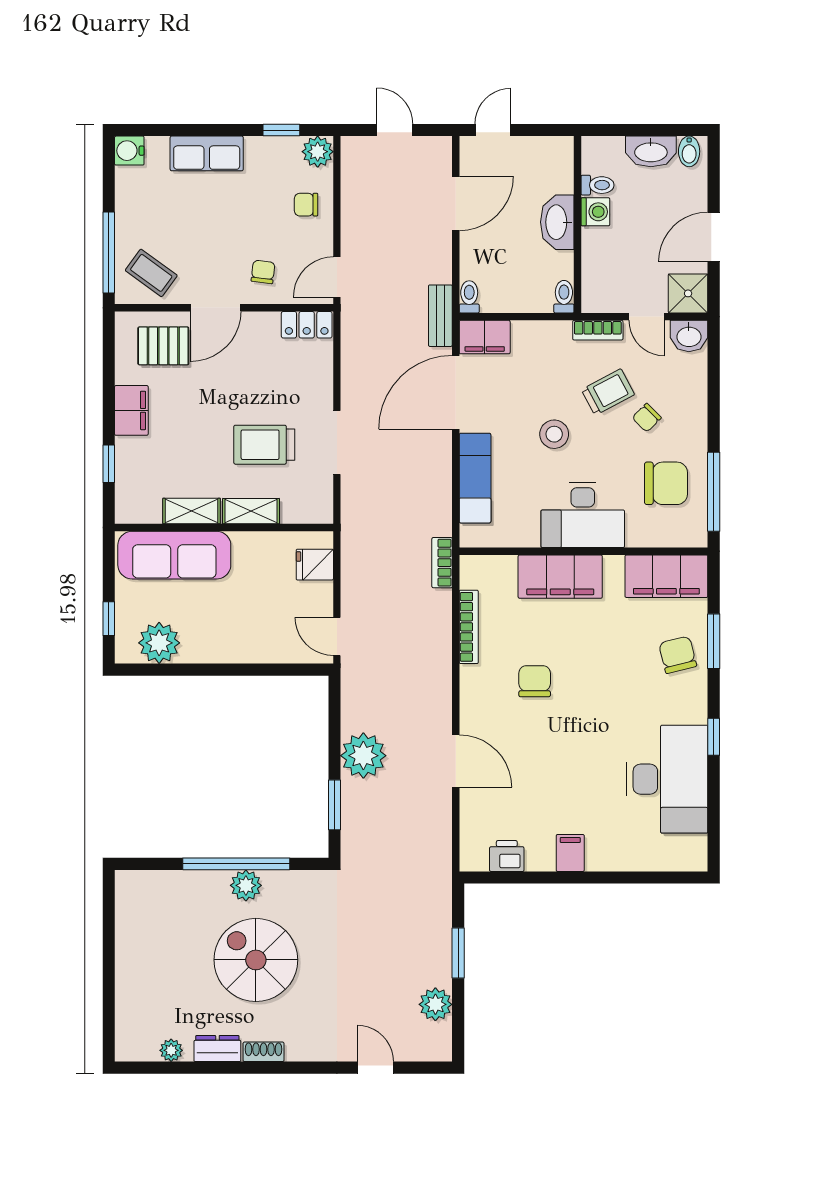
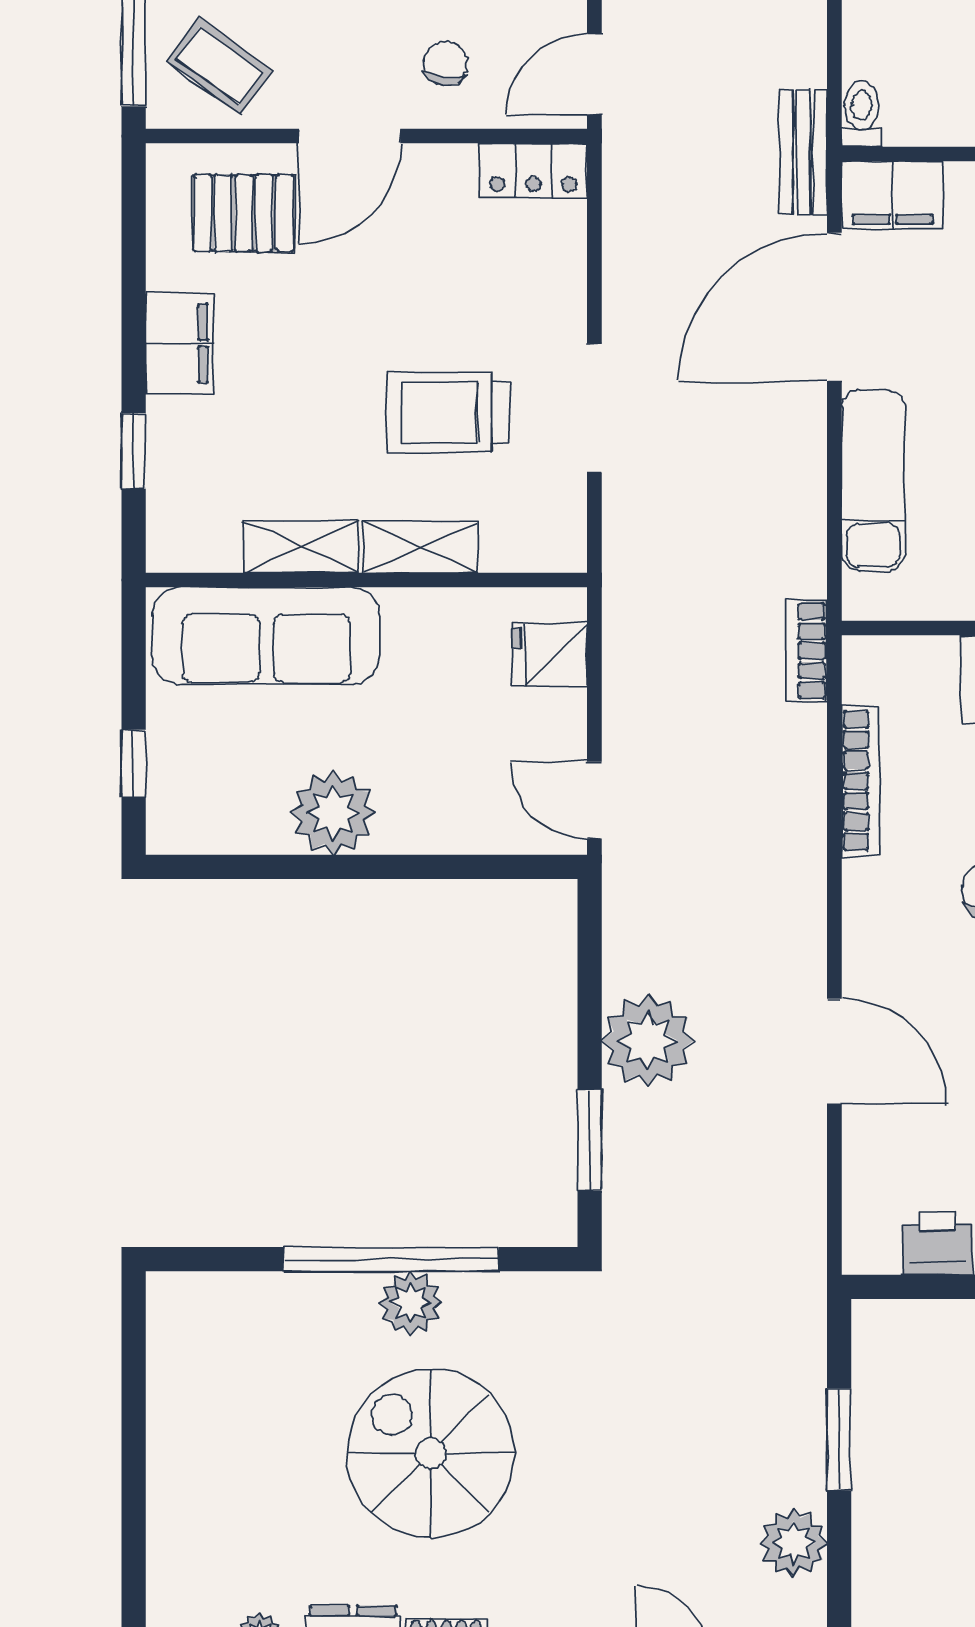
plant: (159, 643) -> (333, 813), moved

